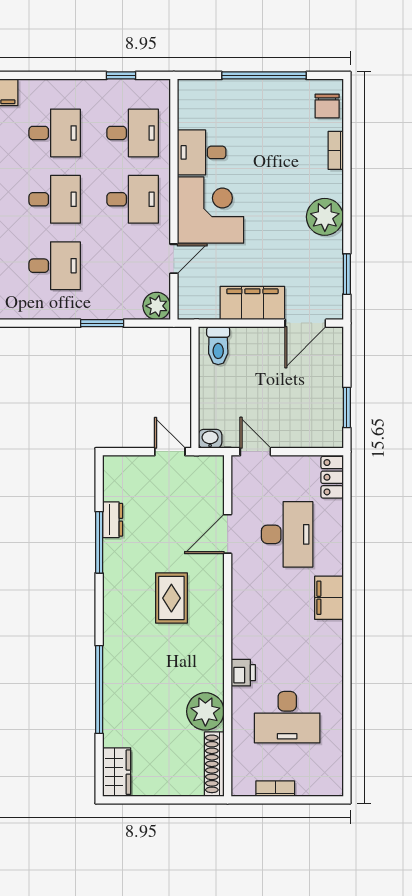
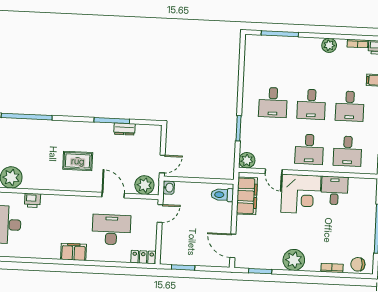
filing cabinet: (252, 303) -> (247, 196), moved
plant: (208, 481) -> (144, 185), added
desk: (287, 534) -> (111, 230), turned 180

